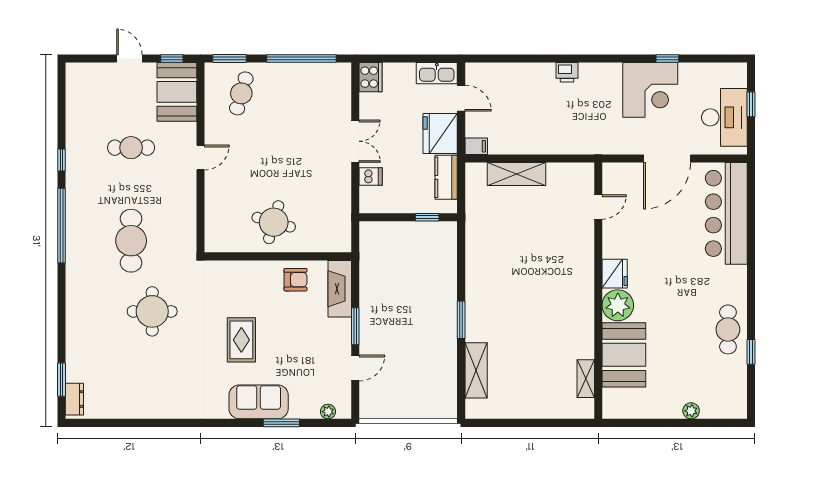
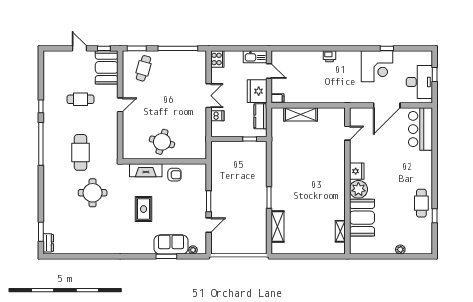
bar counter: (726, 213) -> (420, 129), width x0.73
fireplace: (340, 289) -> (146, 170), moved, turned -90
sofa: (259, 402) -> (171, 244), moved

